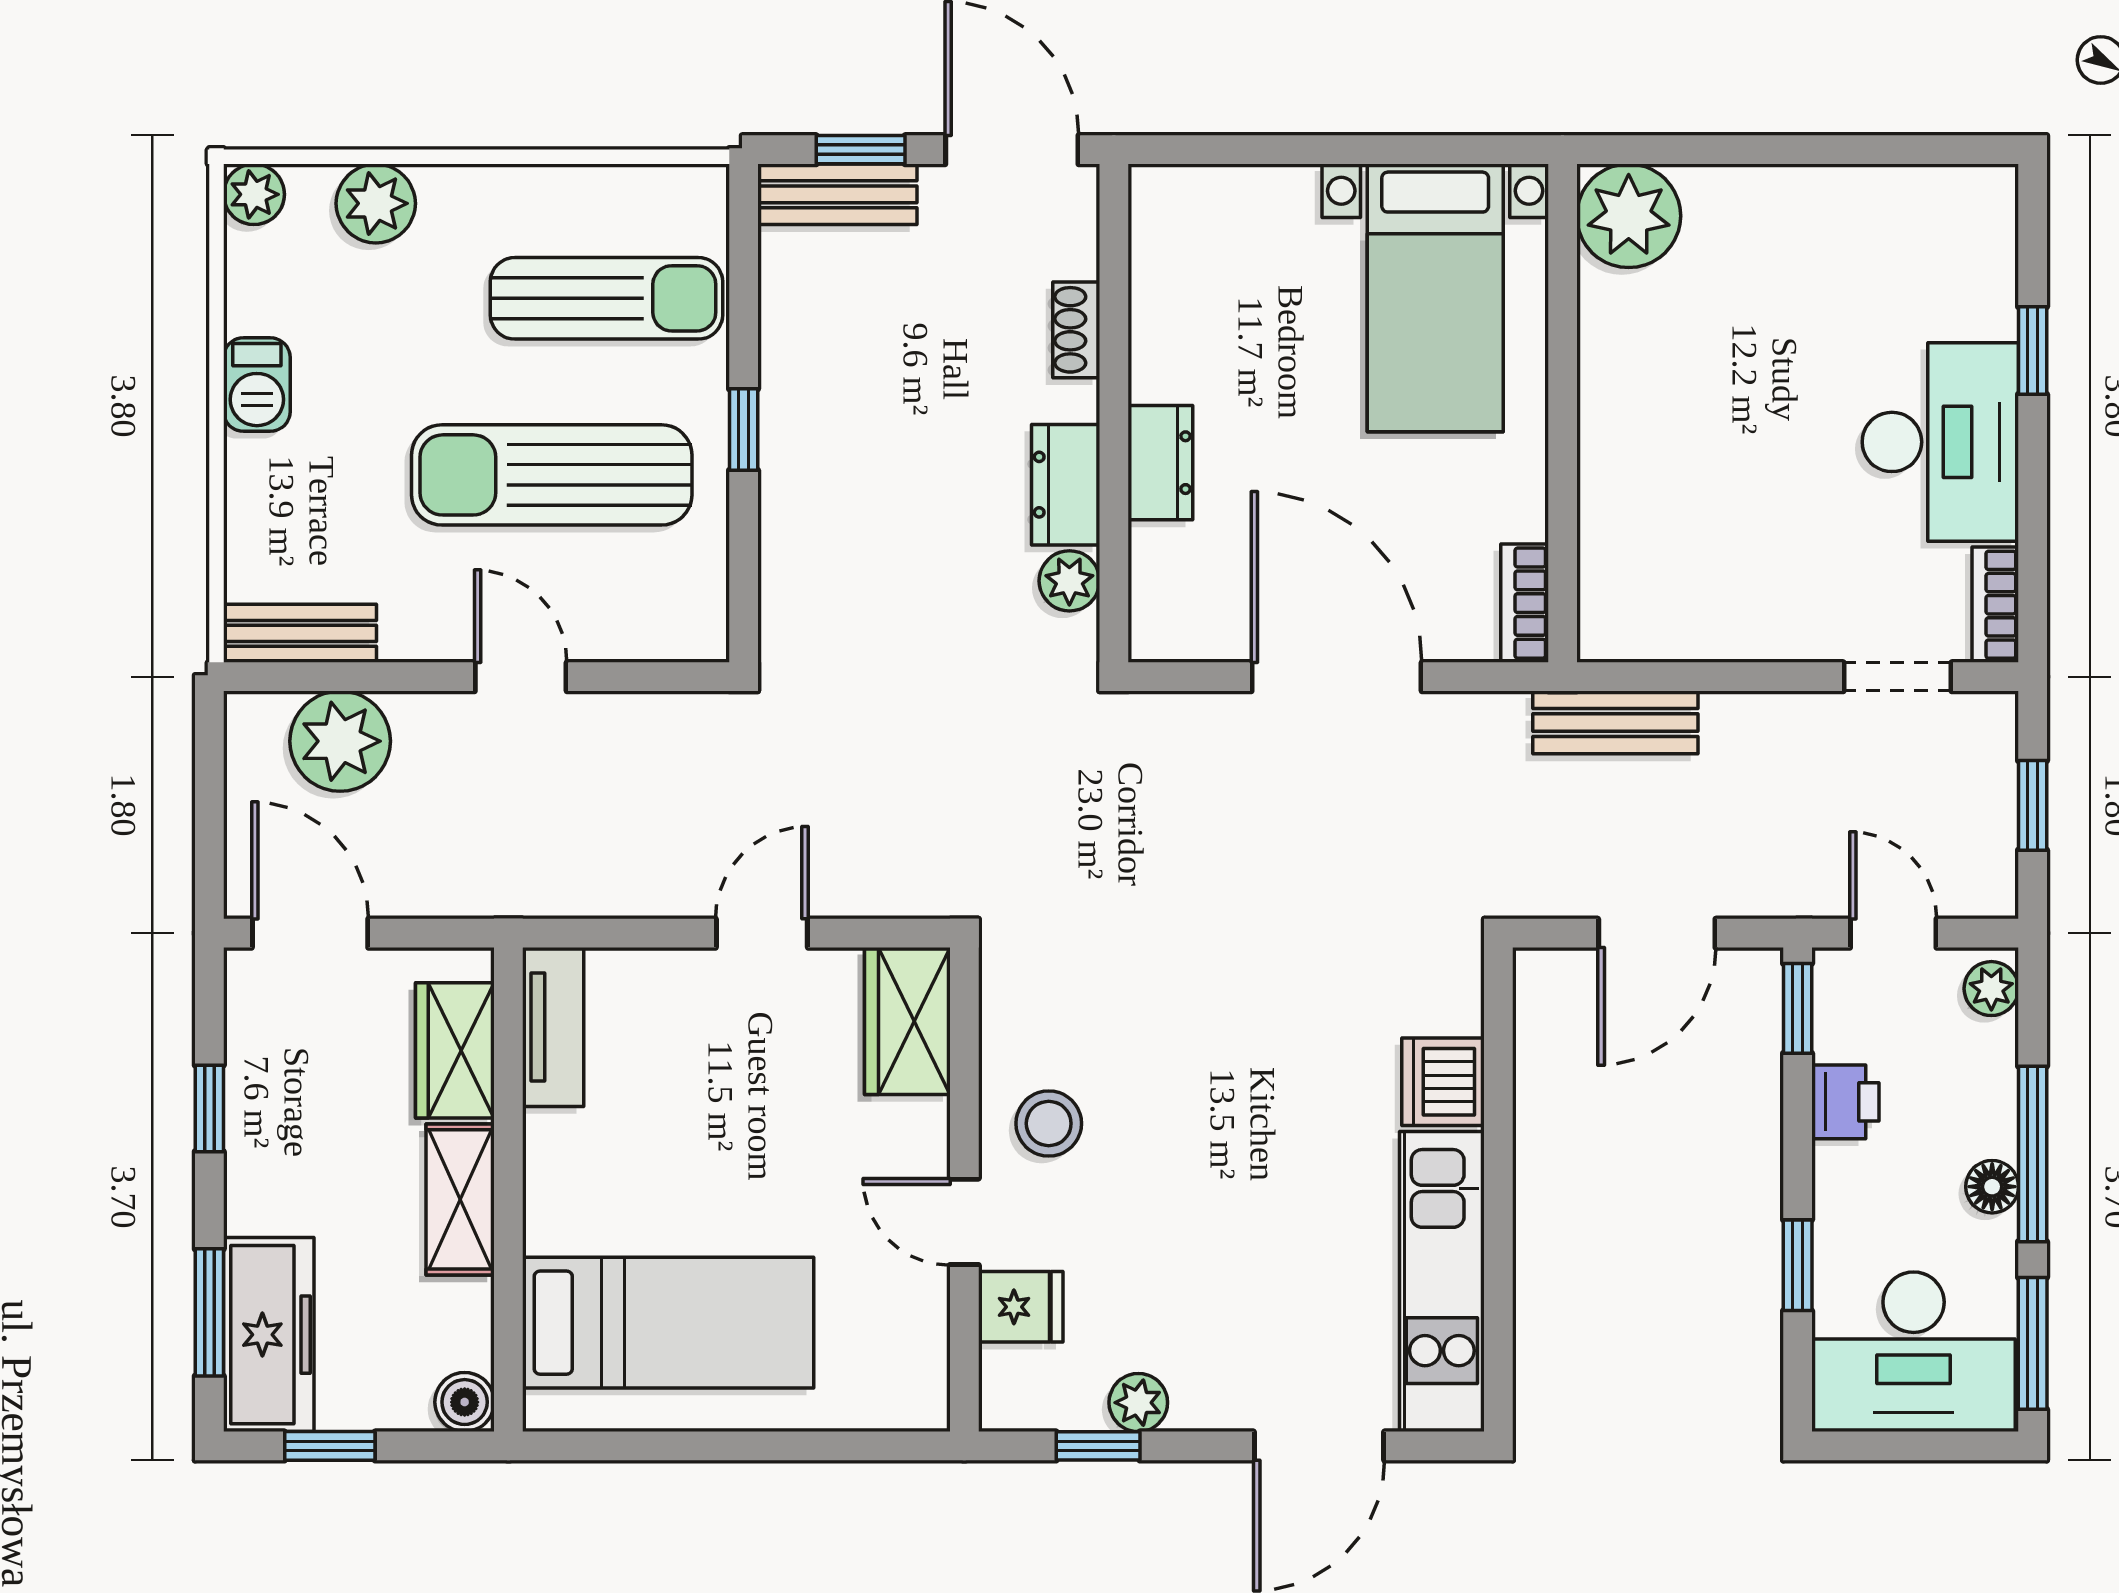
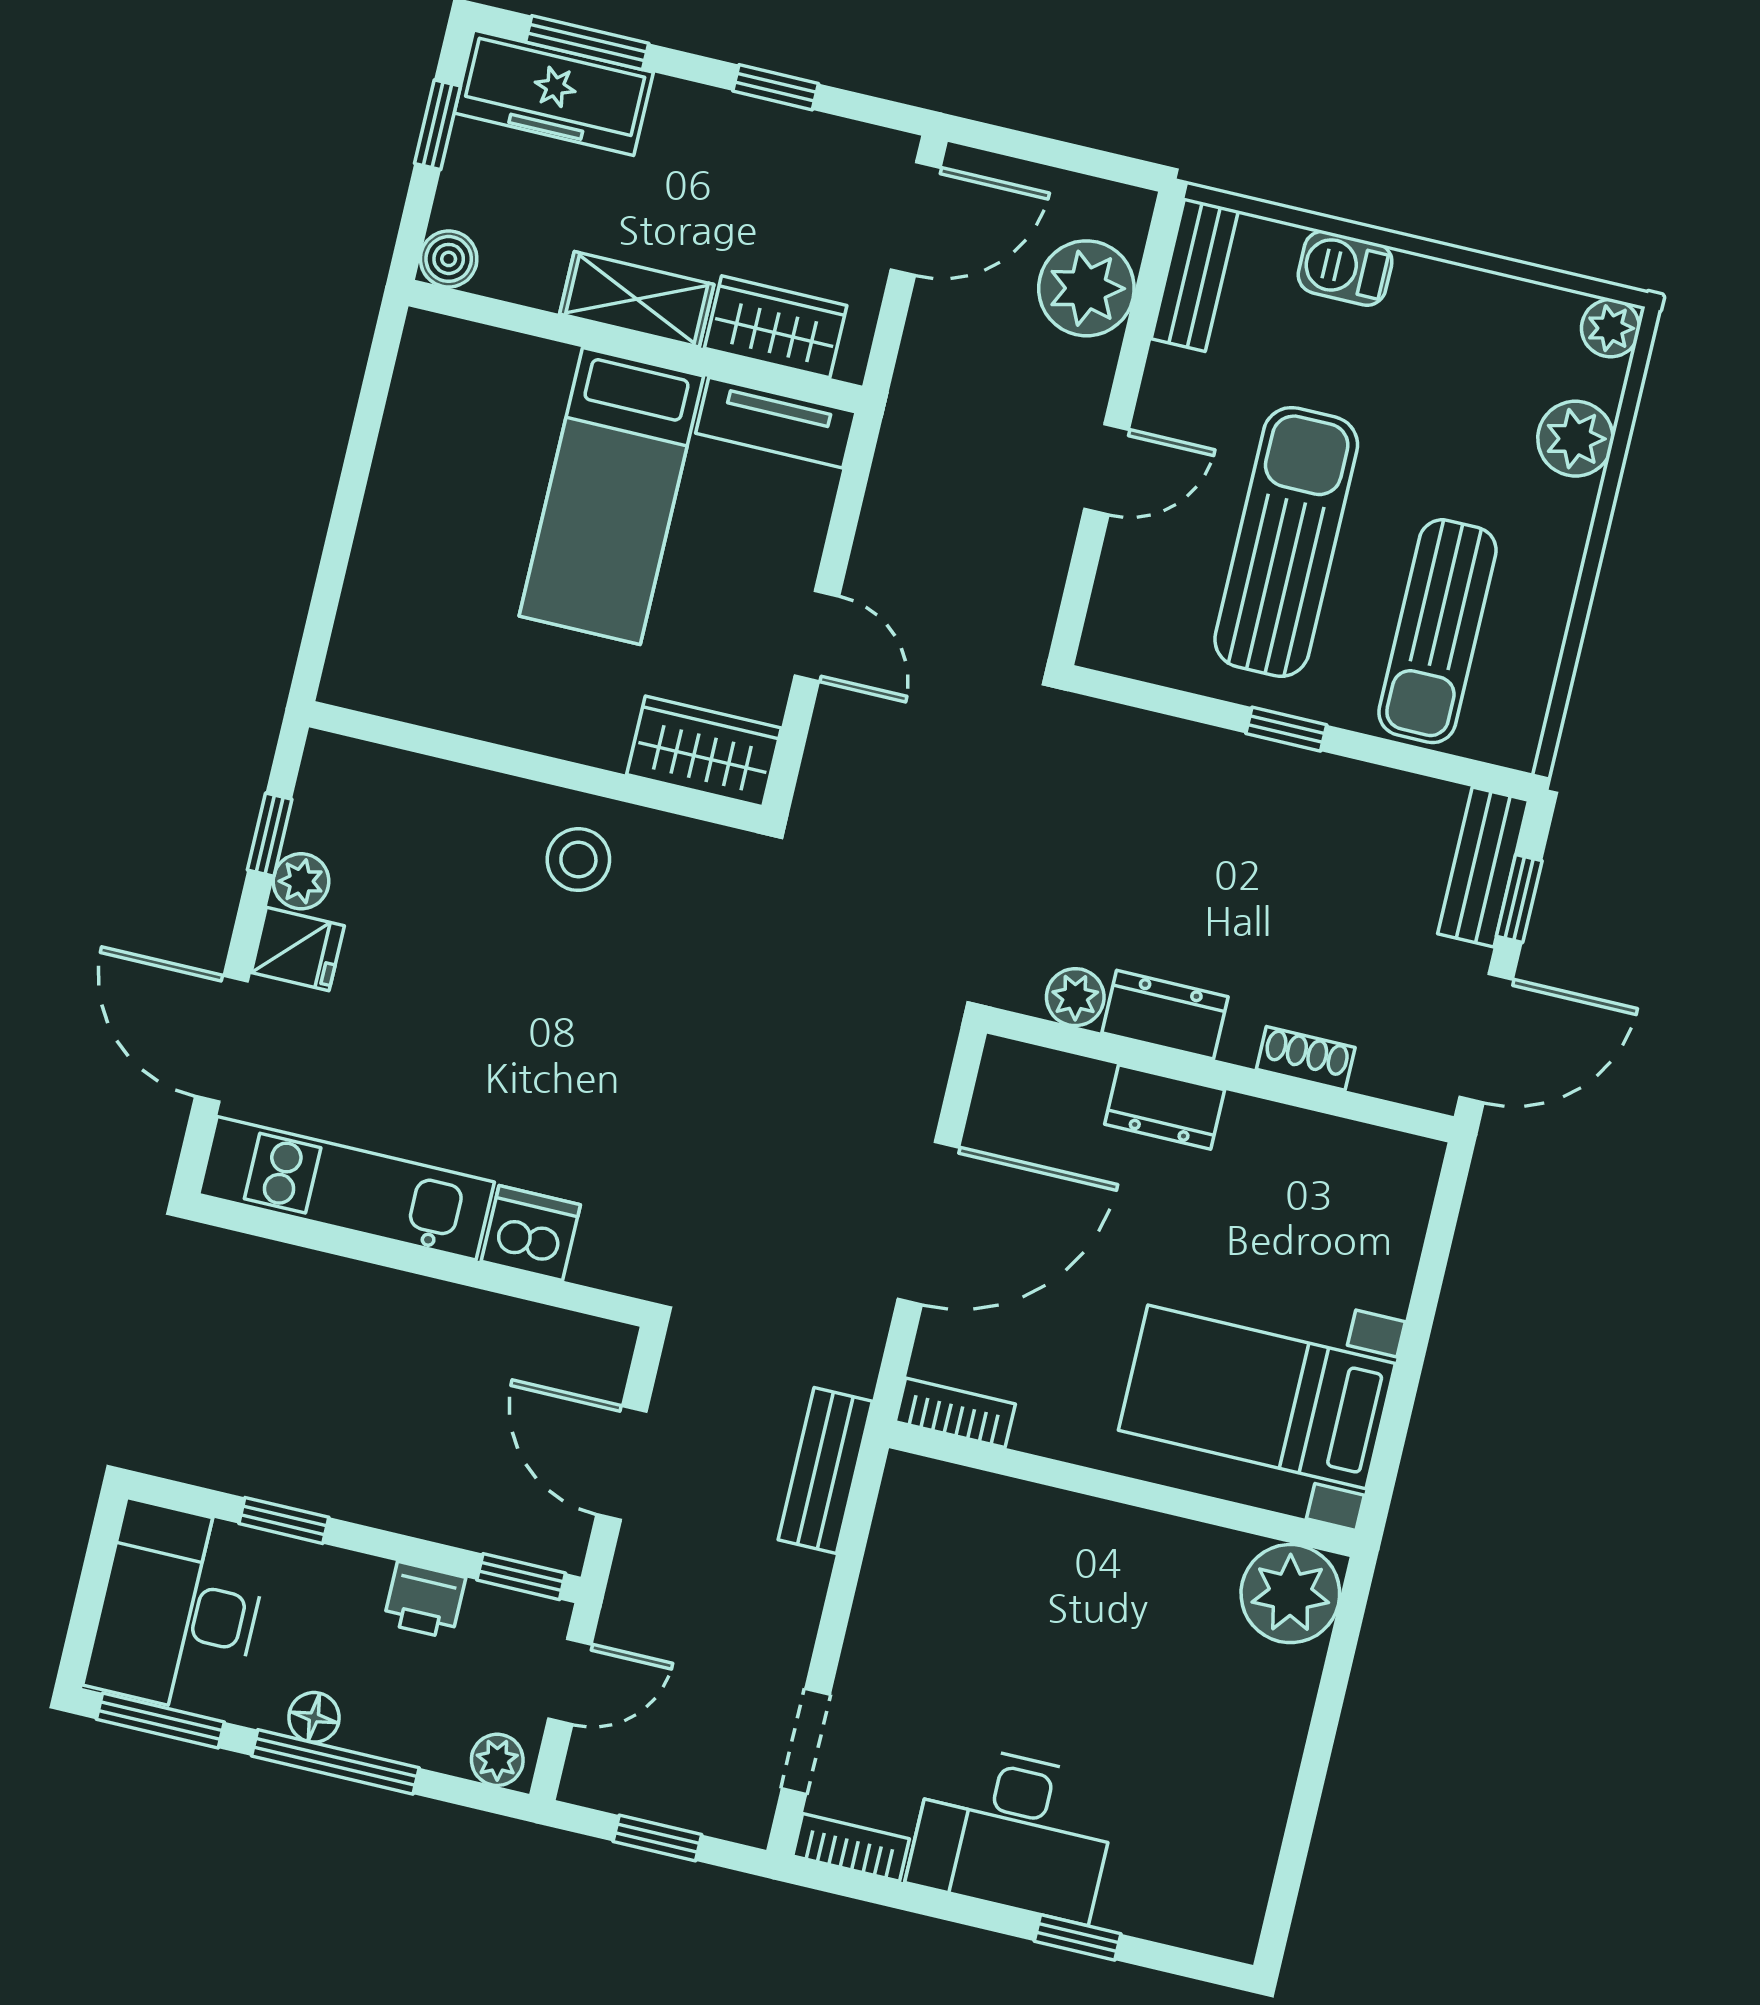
barbecue: (257, 385) -> (1345, 268), moved
door: (964, 1222) -> (506, 760), removed
fridge: (1021, 1307) -> (298, 949), moved, turned -90
bed: (668, 1323) -> (611, 496), moved

